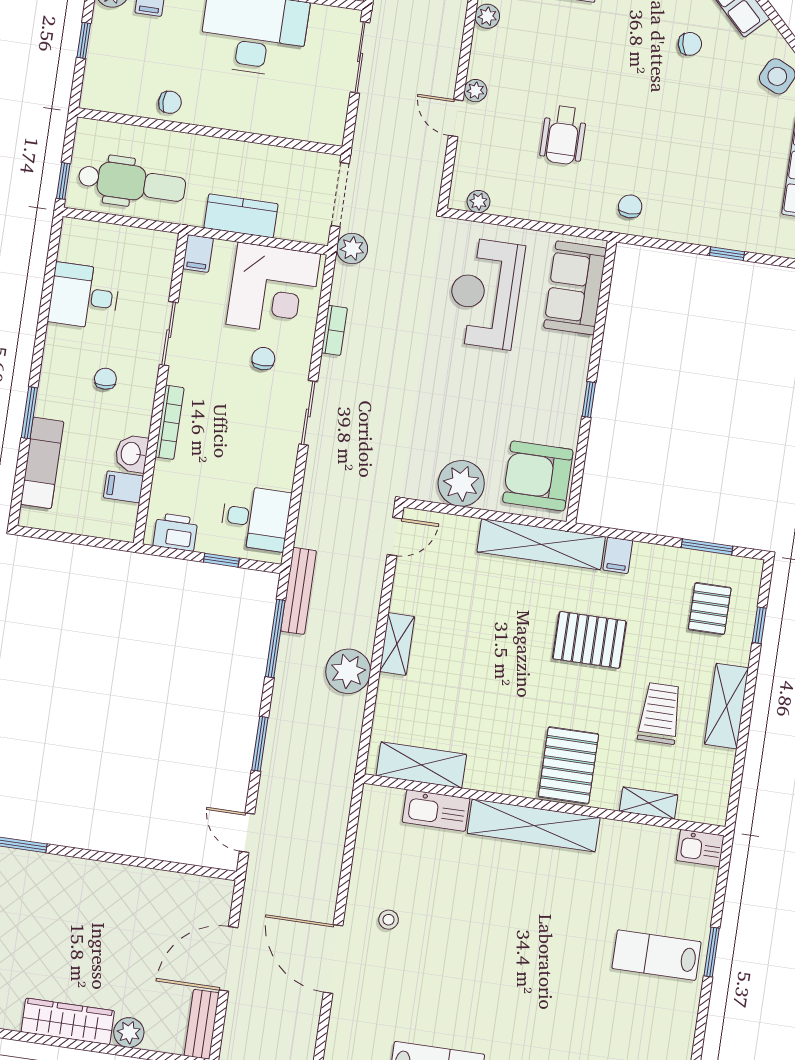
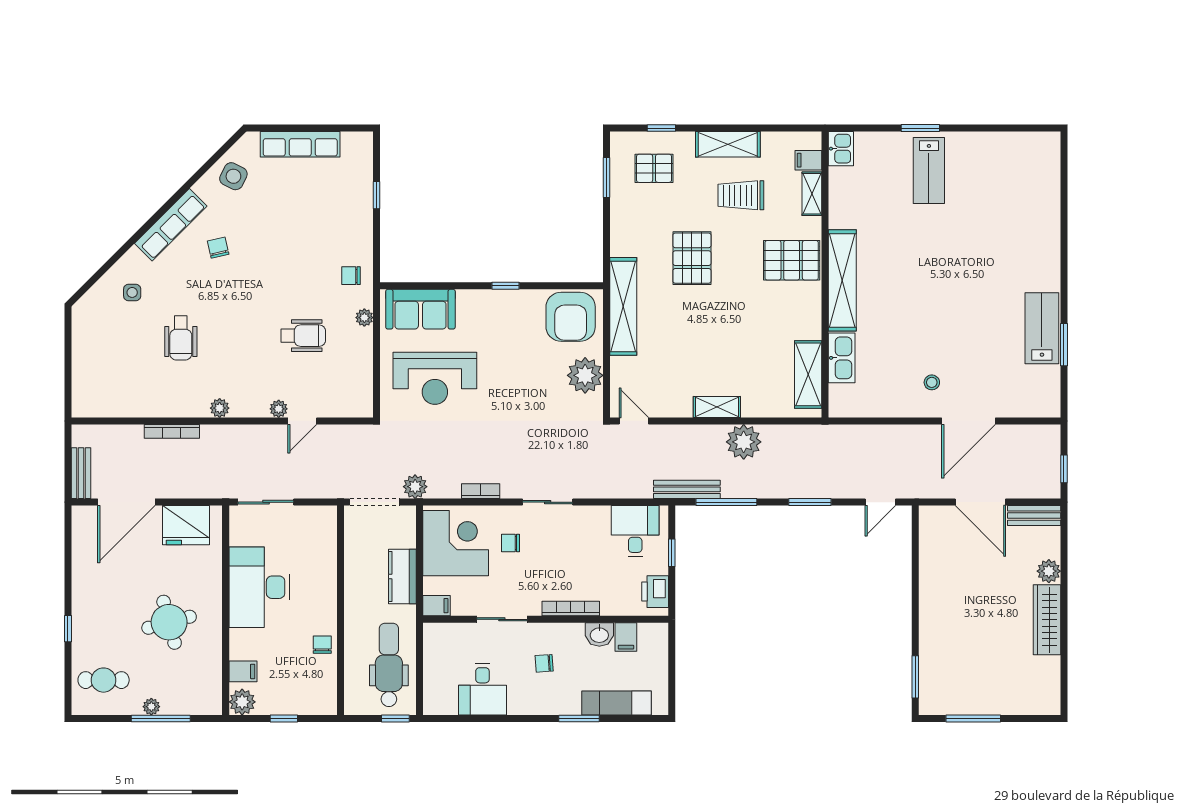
plant: (478, 202) -> (364, 318), moved
filing cabinet: (618, 555) -> (808, 160), moved, turned 180

